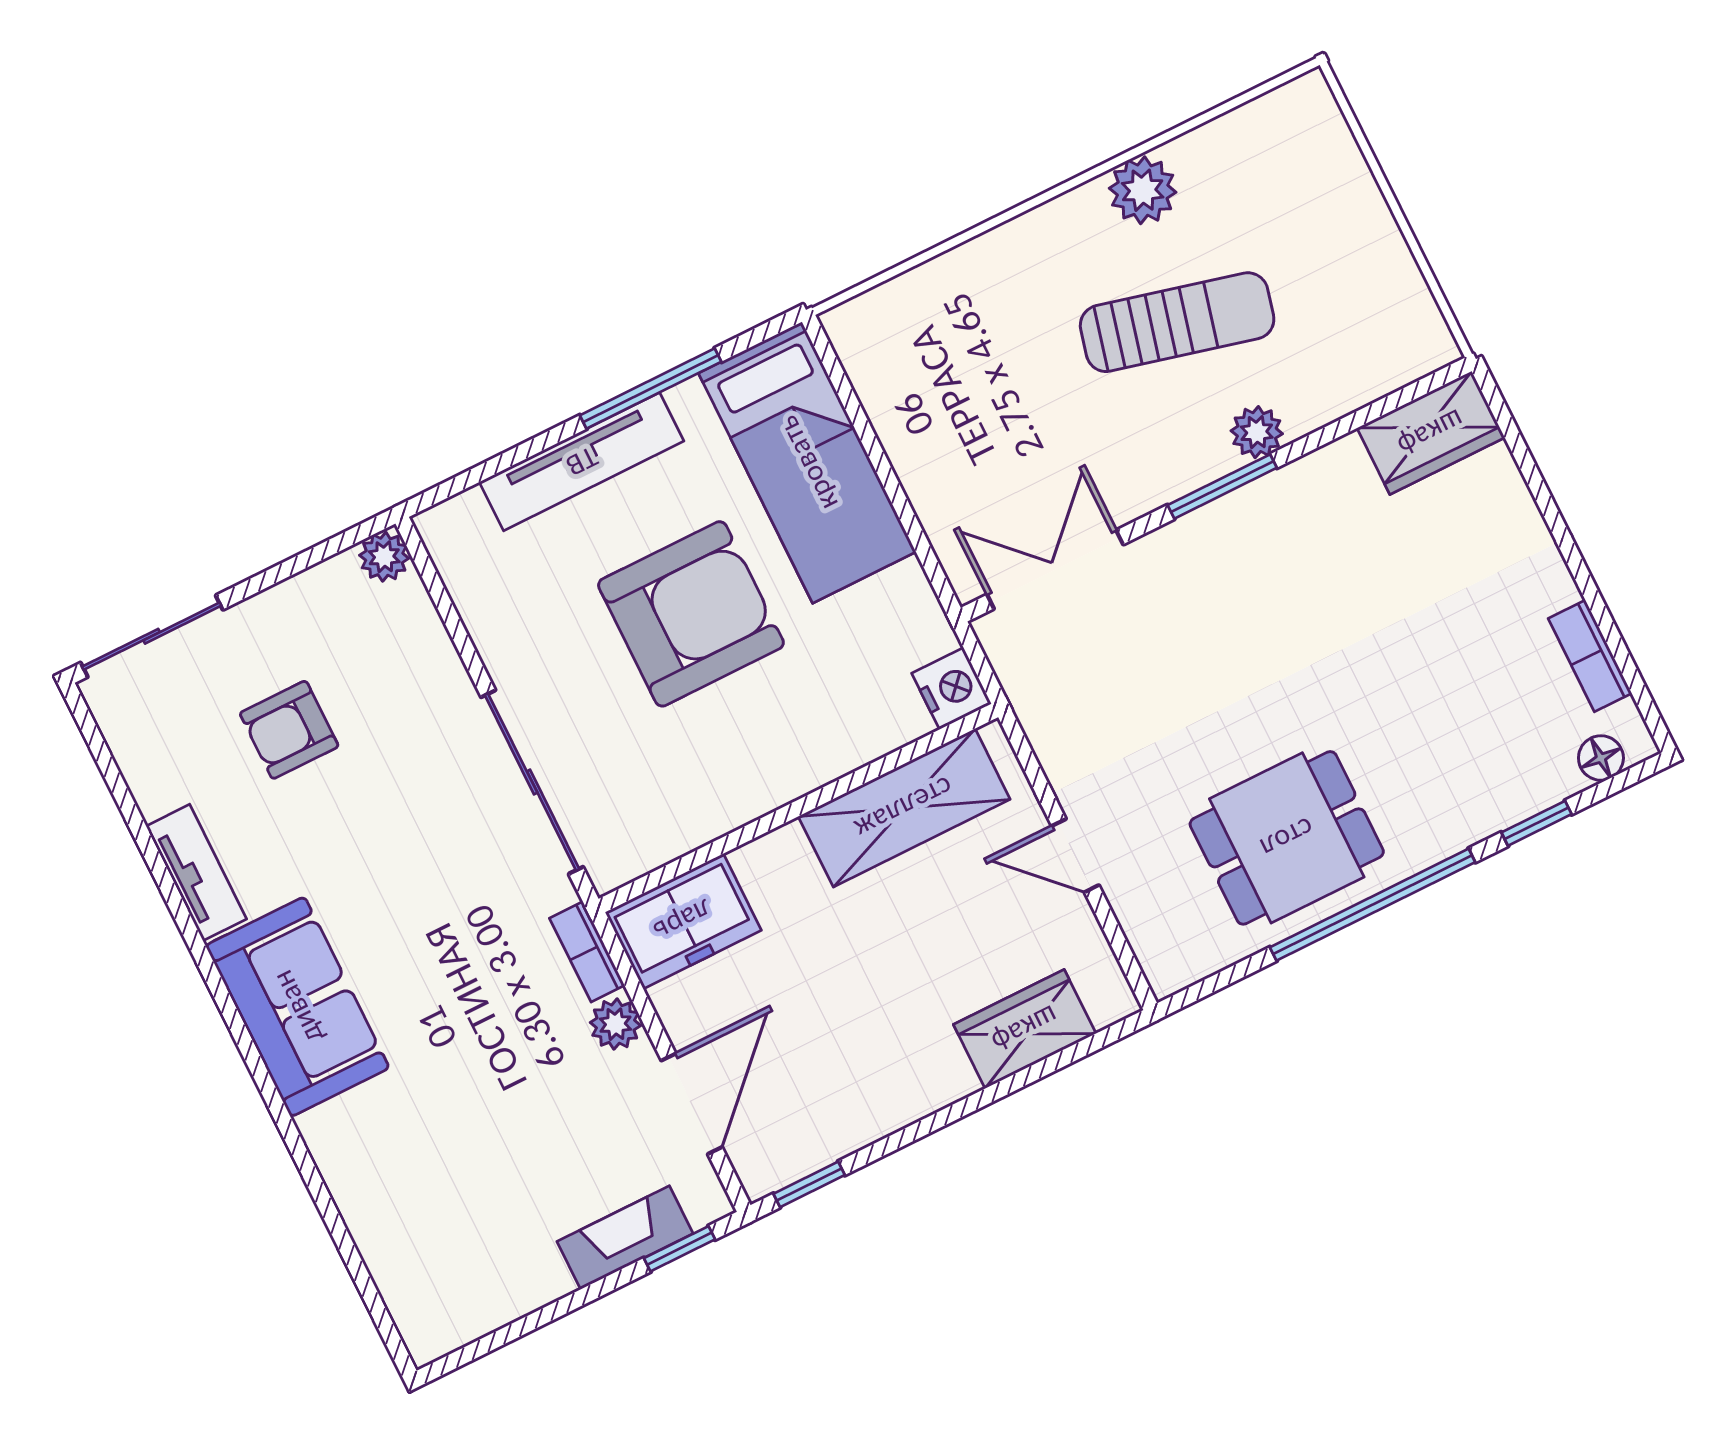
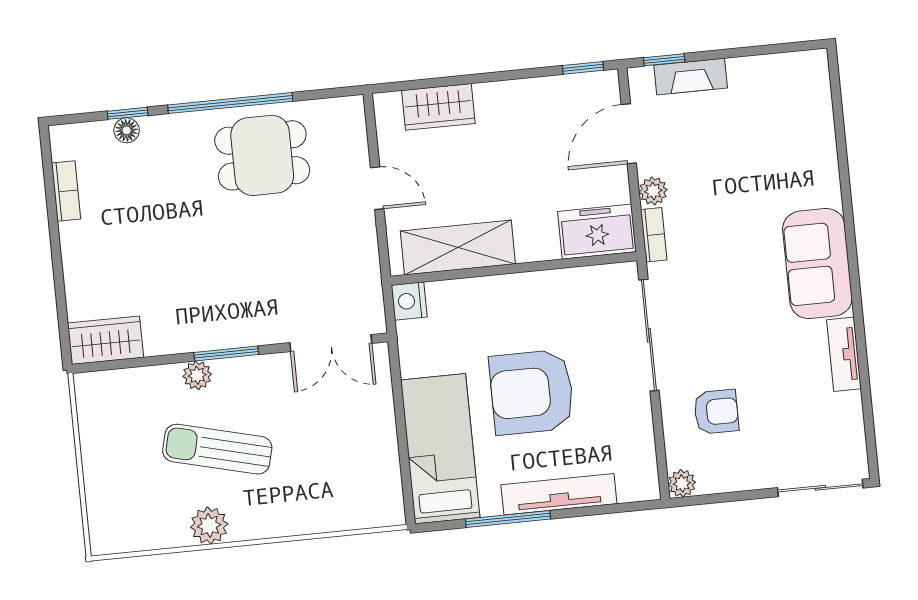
armchair: (289, 730) -> (716, 412), moved
floor lamp: (1601, 758) -> (127, 130), moved

